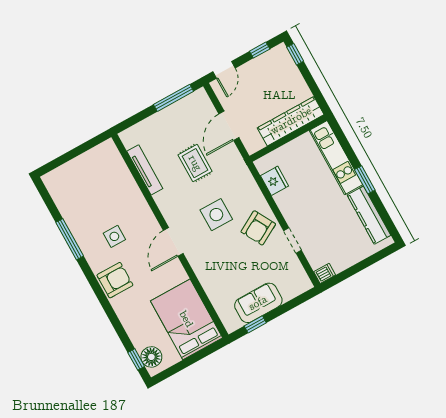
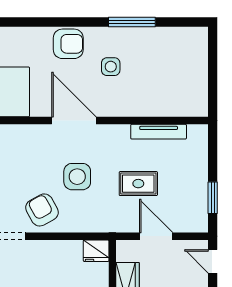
window: (174, 98) -> (213, 198), width x0.69
fridge: (274, 181) -> (96, 251), moved
door: (173, 242) -> (74, 121), width x1.36
armchair: (115, 280) -> (68, 44), turned -90

